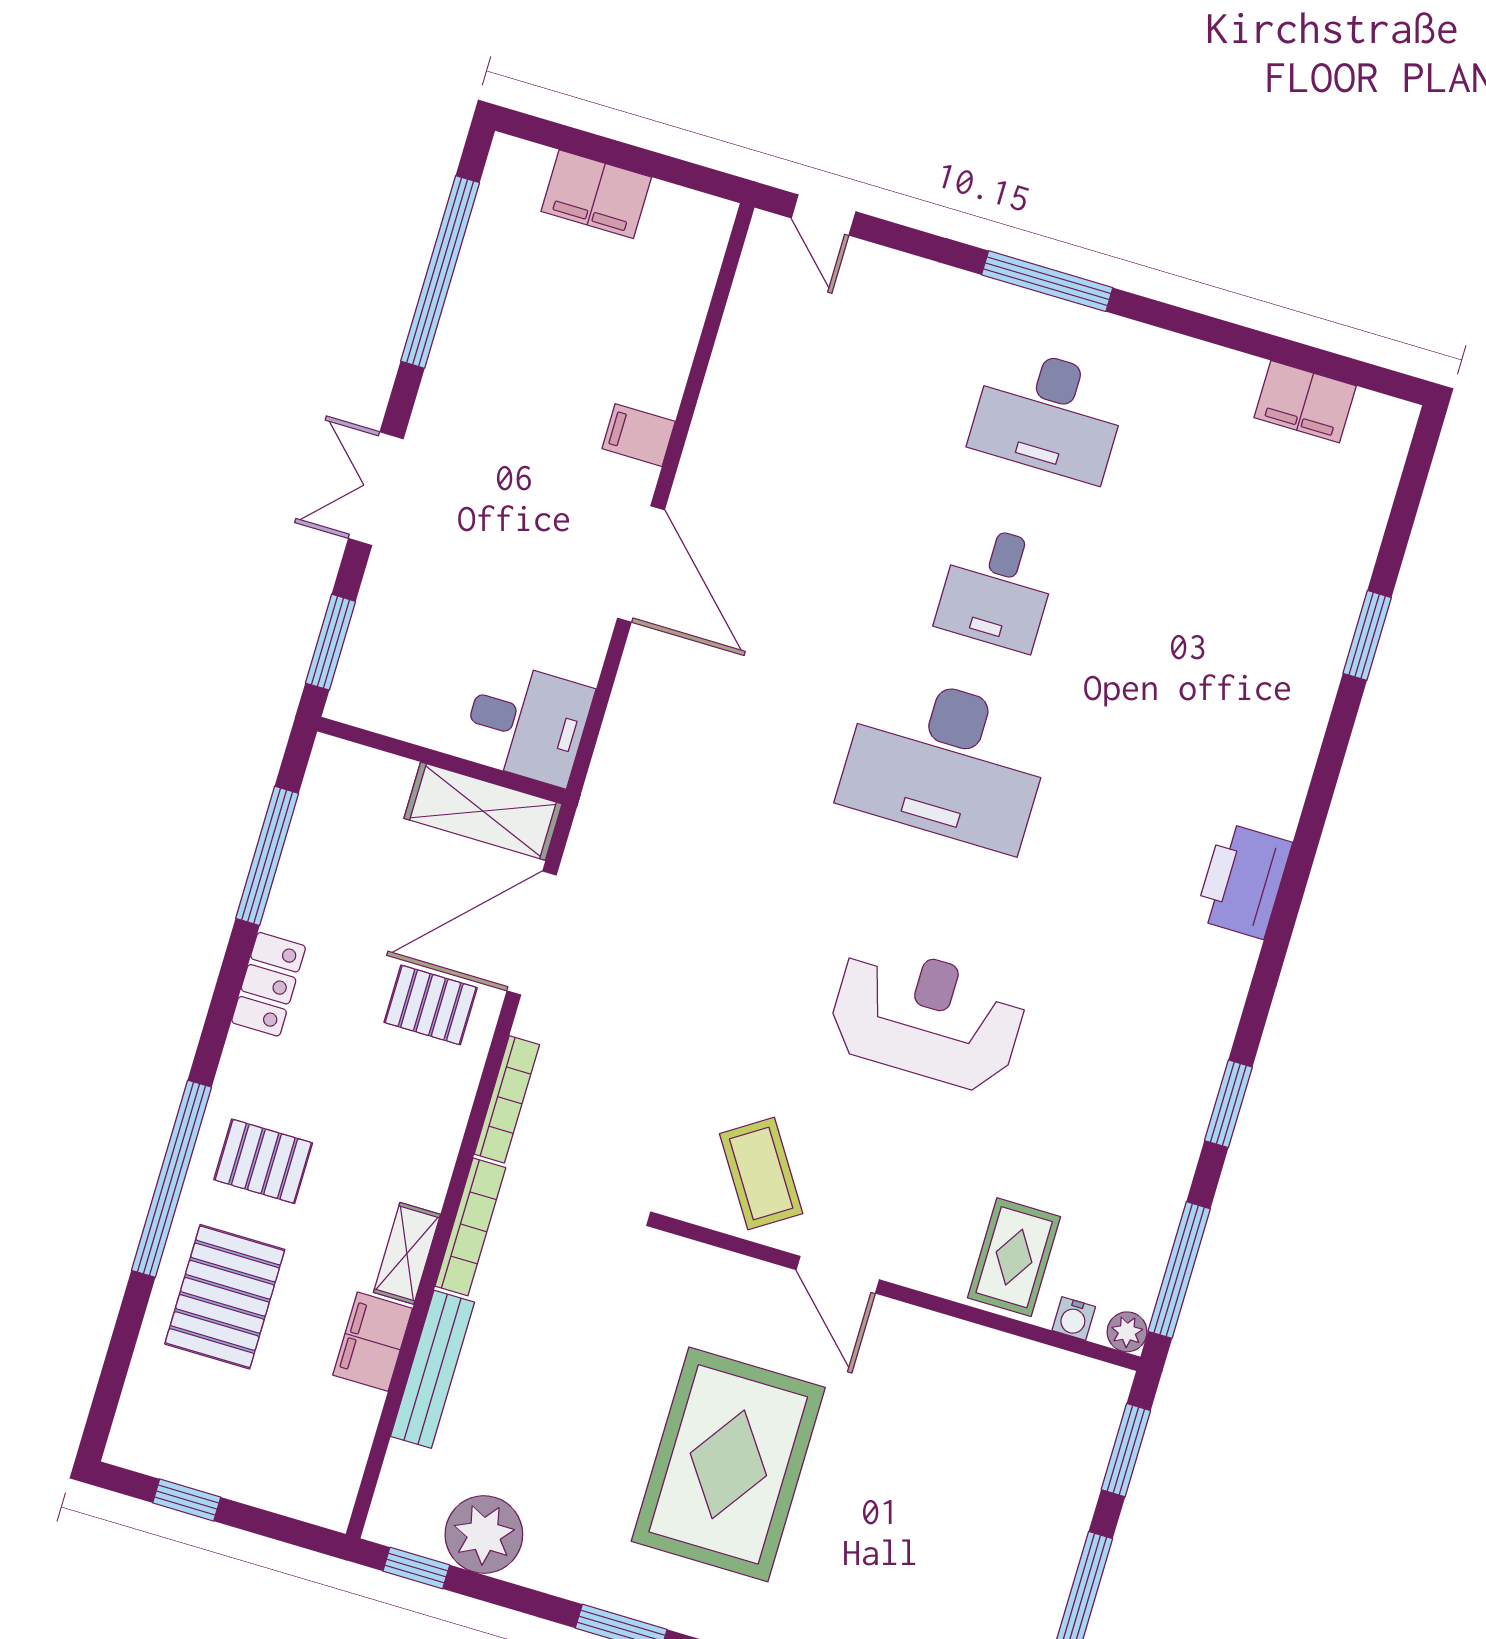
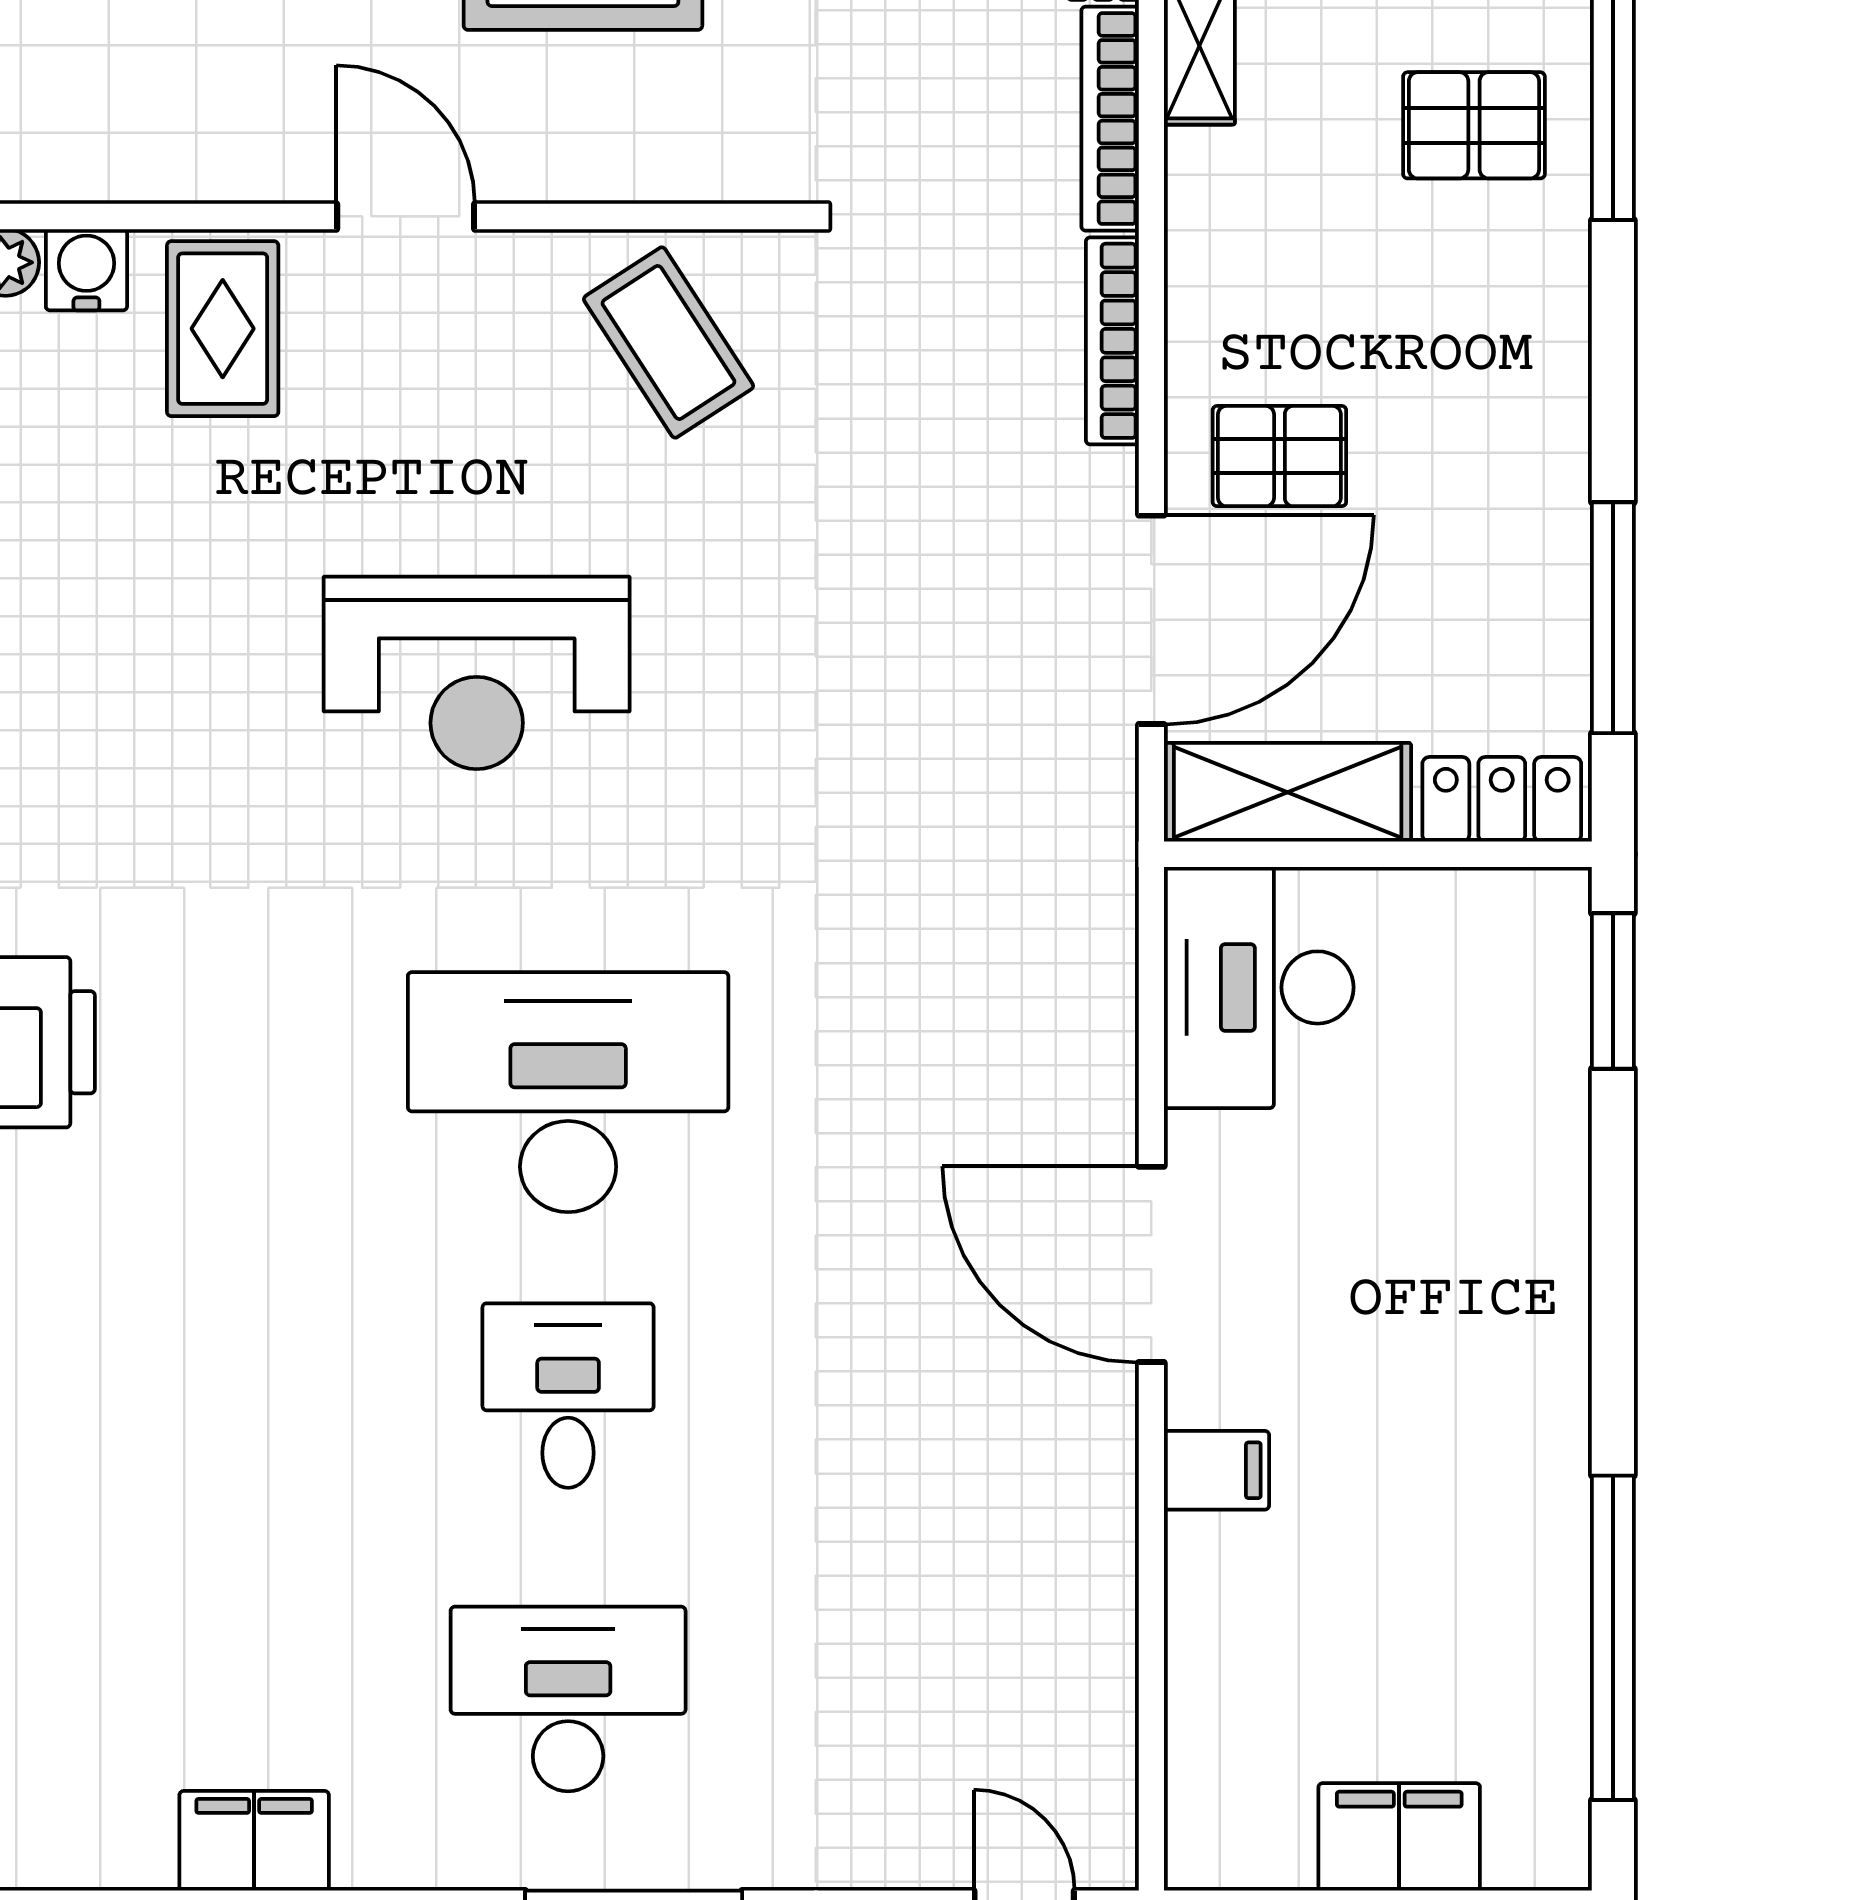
filing cabinet: (1305, 402) -> (254, 1841), moved
double door: (376, 489) -> (1613, 1259), removed
desk: (527, 723) -> (1259, 987), width x1.37
locker: (269, 984) -> (1502, 799), moved, turned 90
door: (838, 1275) -> (406, 216), moved
water cooler: (1074, 1318) -> (86, 270), width x1.38, depth x1.38

